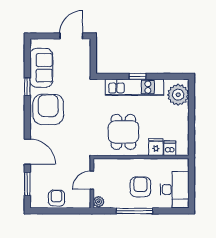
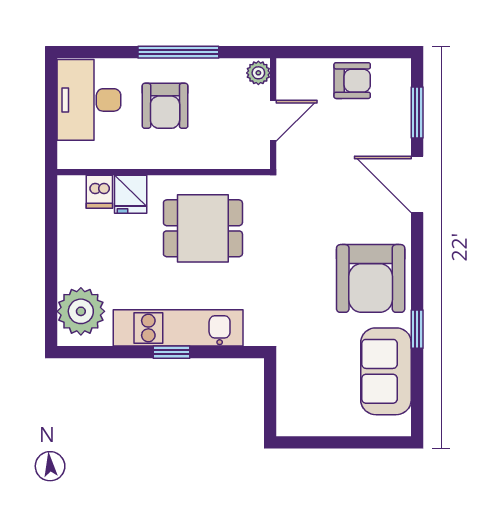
door: (71, 36) -> (319, 442), removed
dining table: (123, 132) -> (203, 228), turned 90
armchair: (56, 198) -> (352, 81), turned -90

